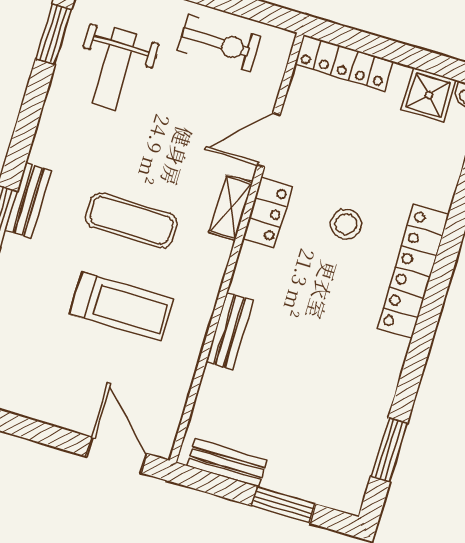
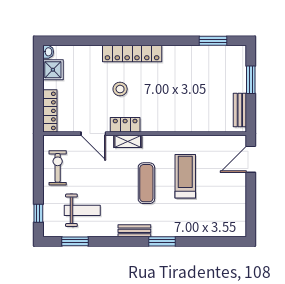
bench: (28, 201) -> (134, 231), moved
bench: (229, 331) -> (182, 126), removed

